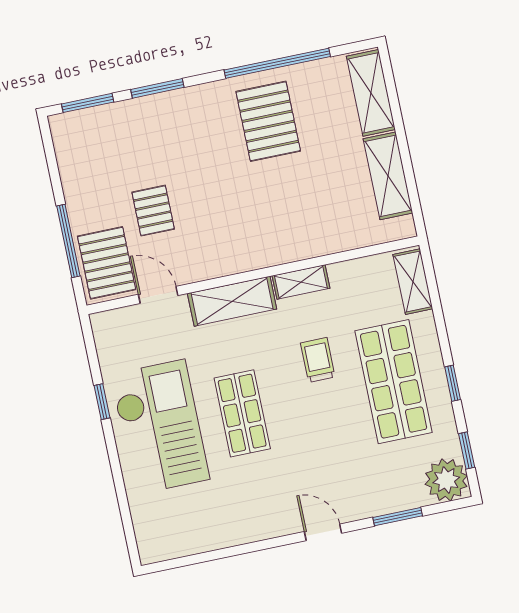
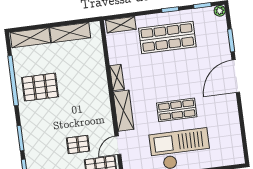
trolley: (318, 360) -> (154, 72), removed
plant: (446, 480) -> (220, 11), width x0.53, depth x0.53
door: (323, 532) -> (236, 76), width x1.87

